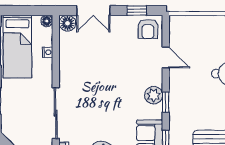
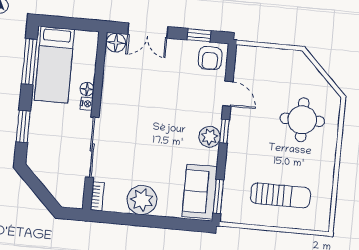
floor lamp: (47, 21) -> (87, 89), moved
nightstand: (48, 52) -> (87, 104), moved
window: (166, 102) -> (224, 131), moved

